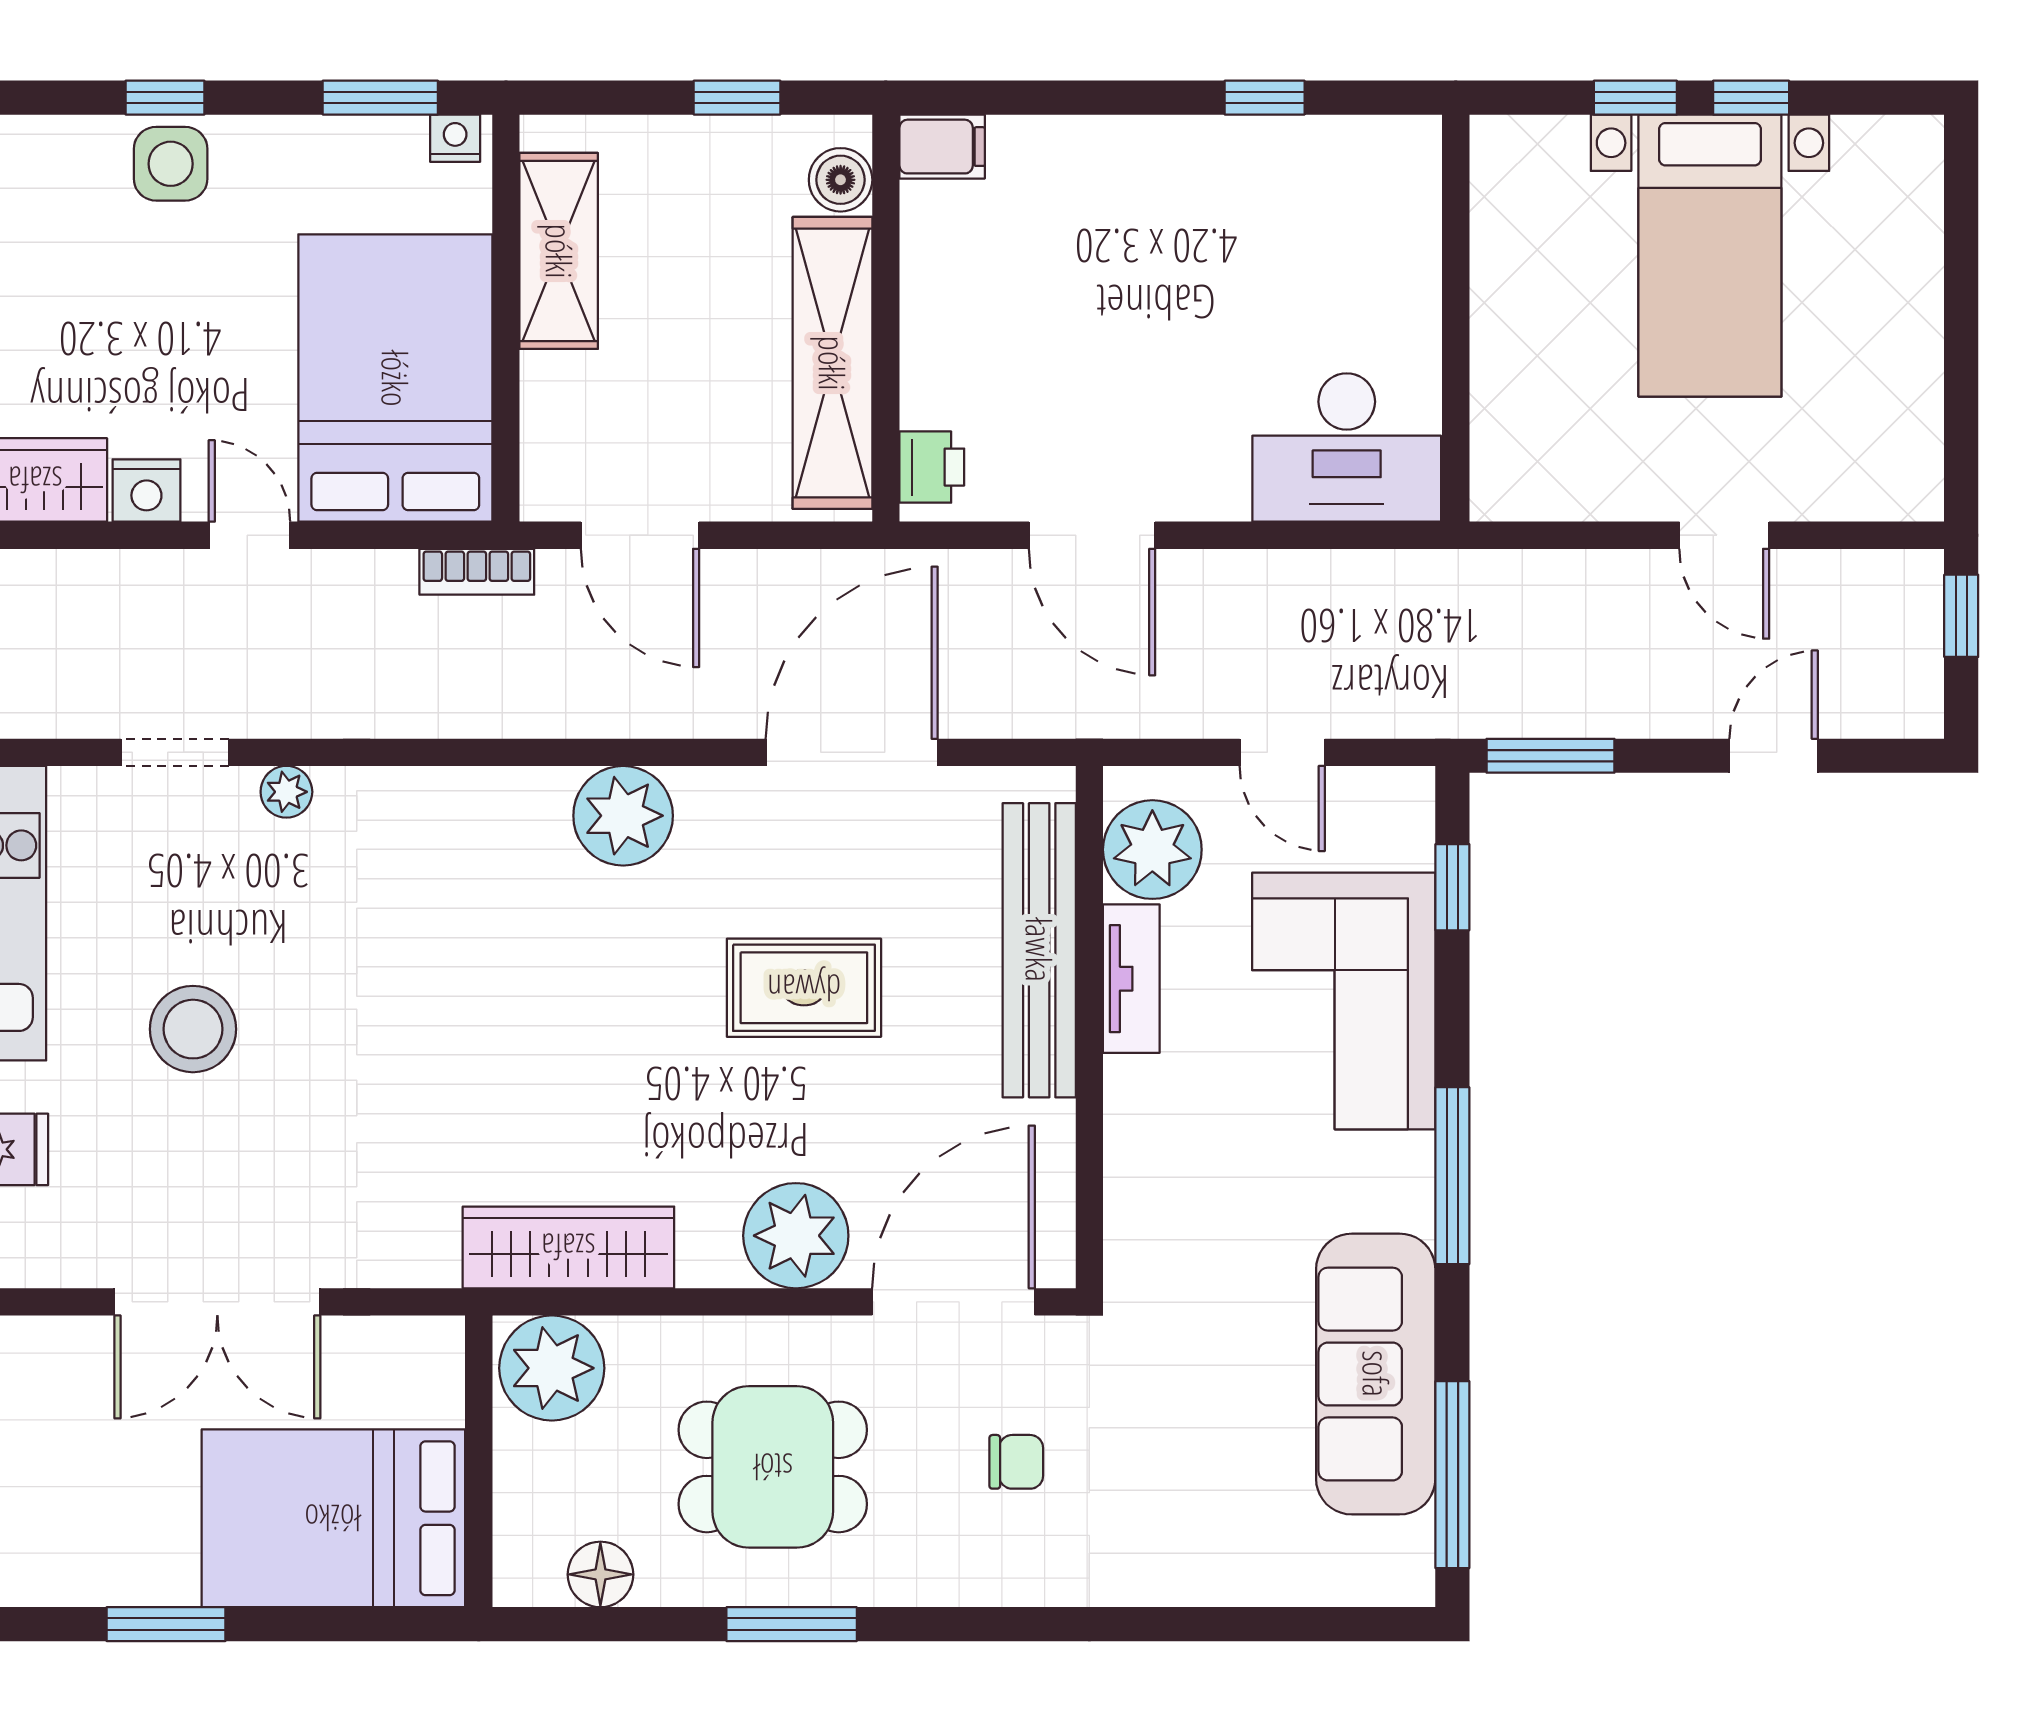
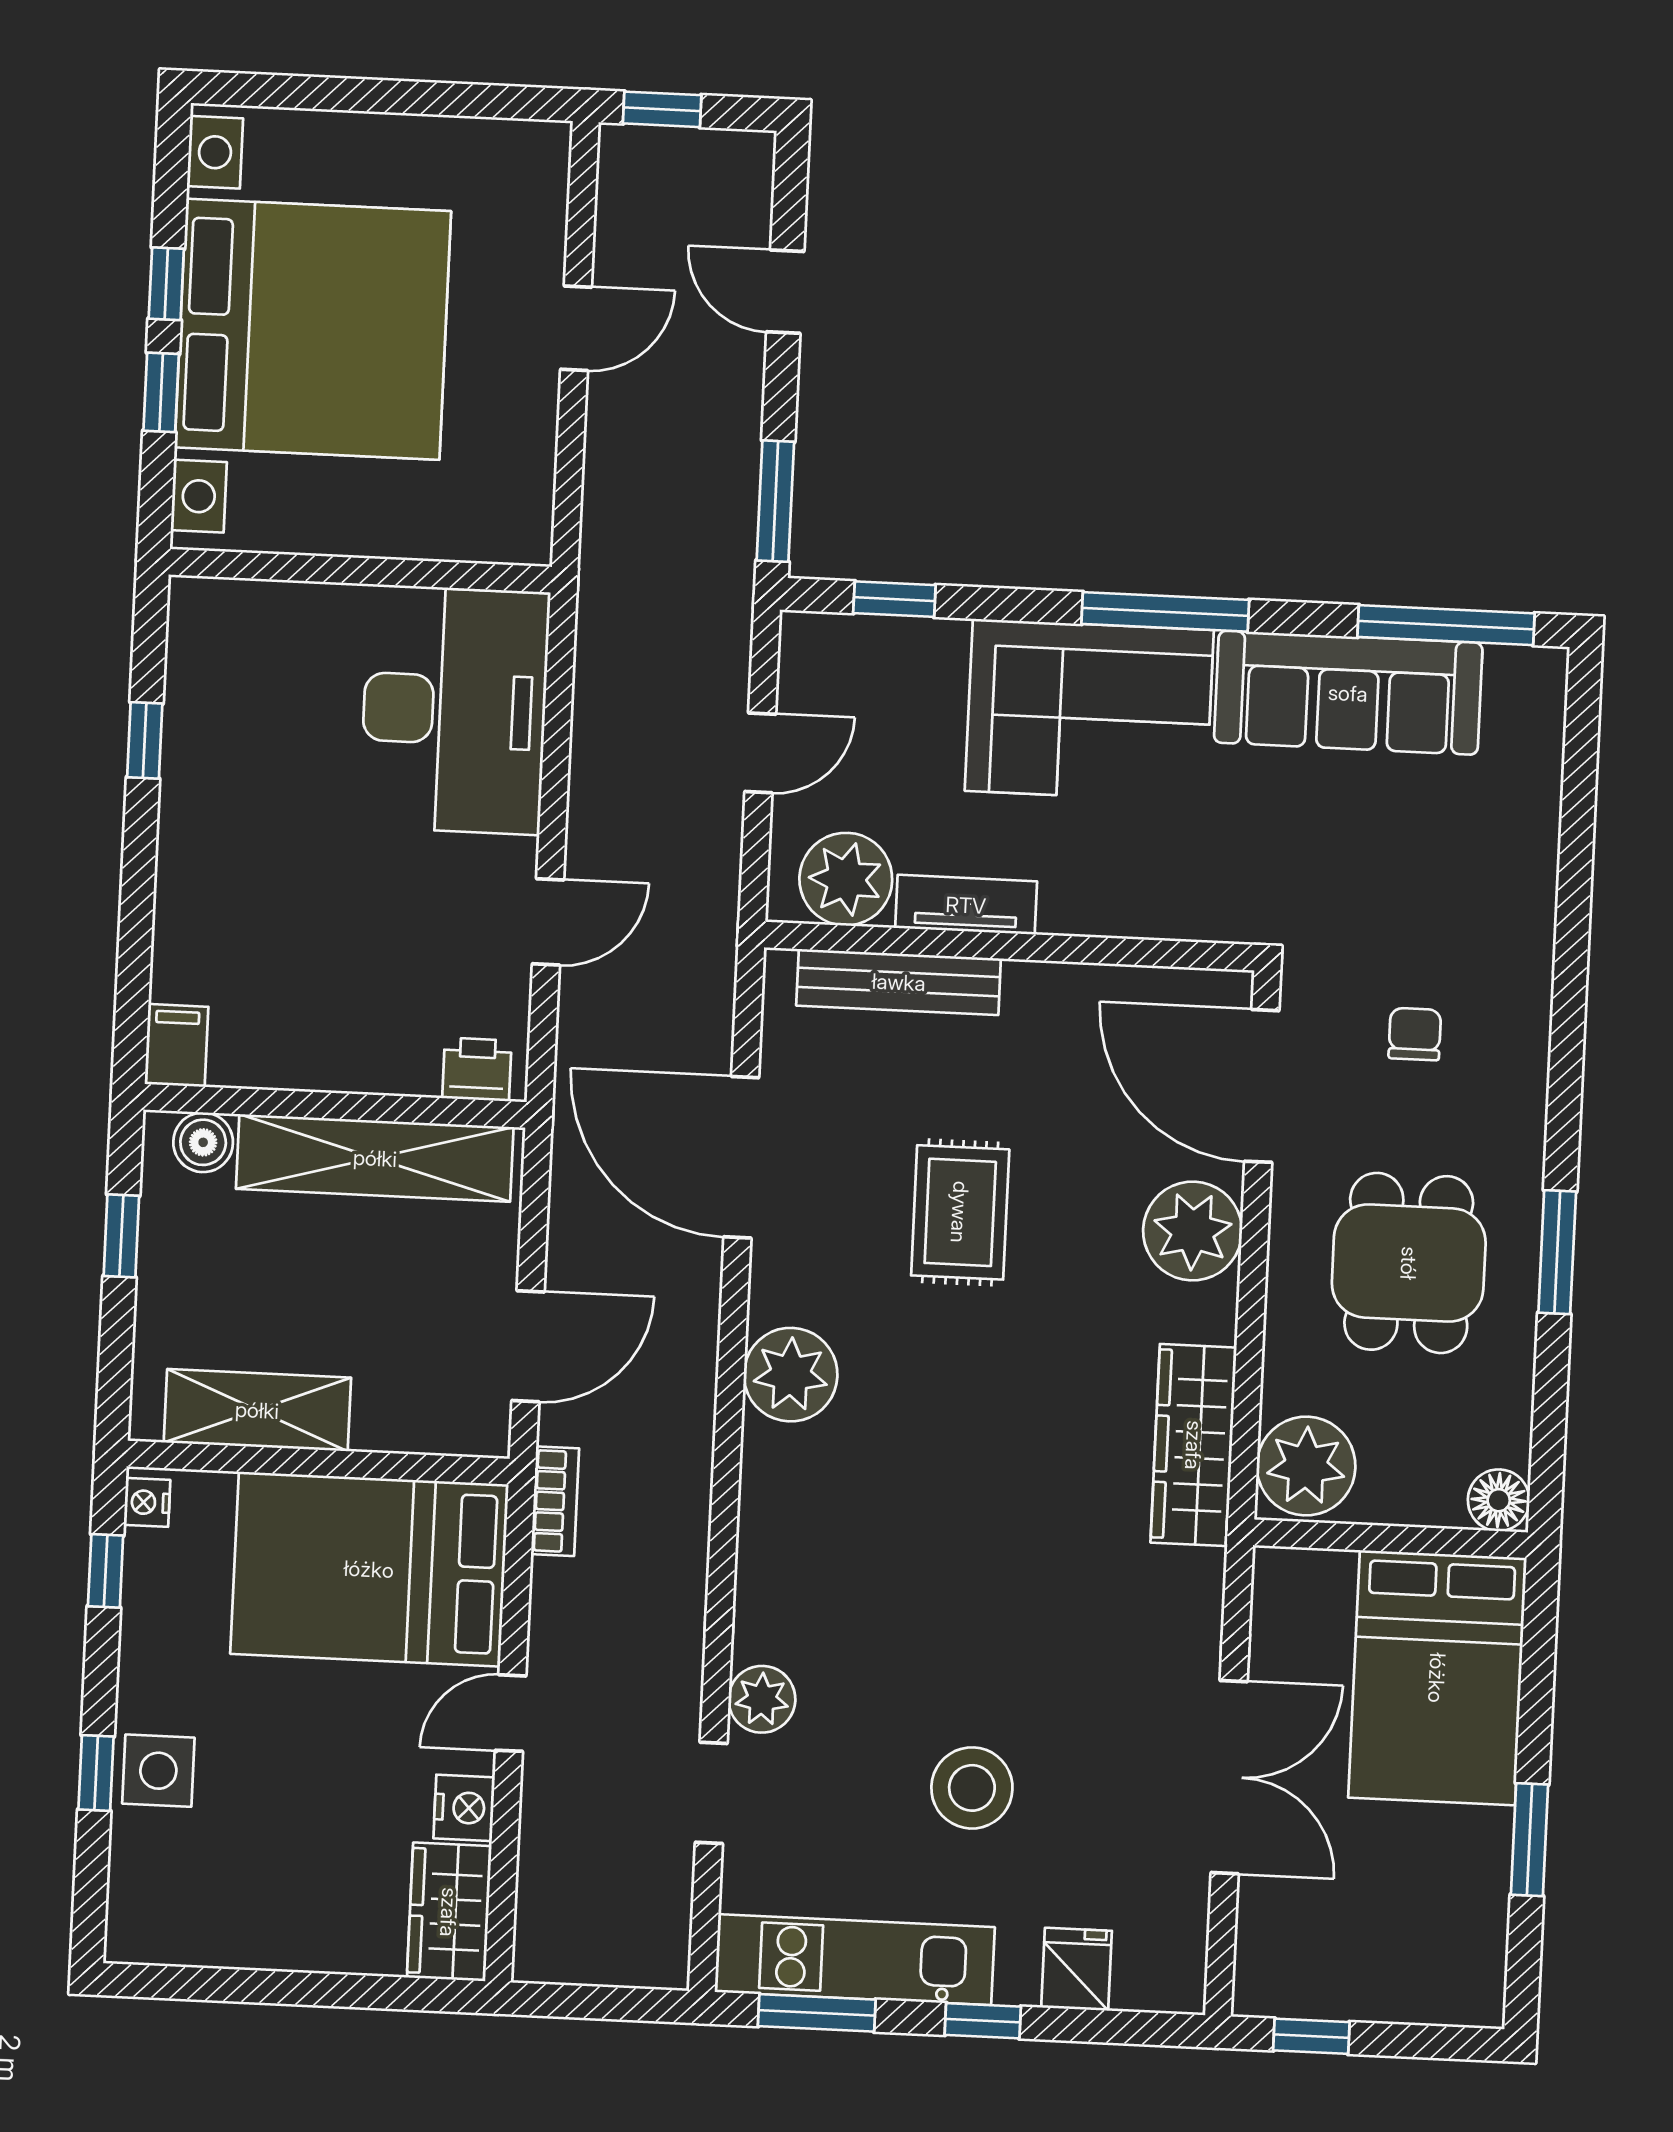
window: (380, 98) -> (106, 1571), width x0.67
bed with nightstands: (1710, 256) -> (313, 329), width x1.85
desk: (1347, 447) -> (454, 710), width x1.36, depth x1.30
door: (1092, 535) -> (548, 922), width x0.73
plant: (286, 792) -> (762, 1699), width x1.38, depth x1.38
bench: (1039, 950) -> (899, 982), width x0.73, depth x0.82
corner sofa: (1344, 1001) -> (1089, 710), moved
floor lamp: (600, 1574) -> (1499, 1500), moved

